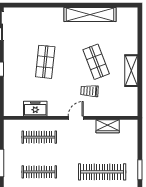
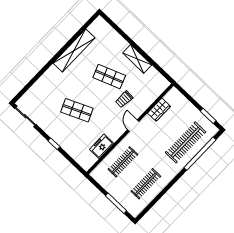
shop shelf: (45, 62) -> (77, 110), turned -30

